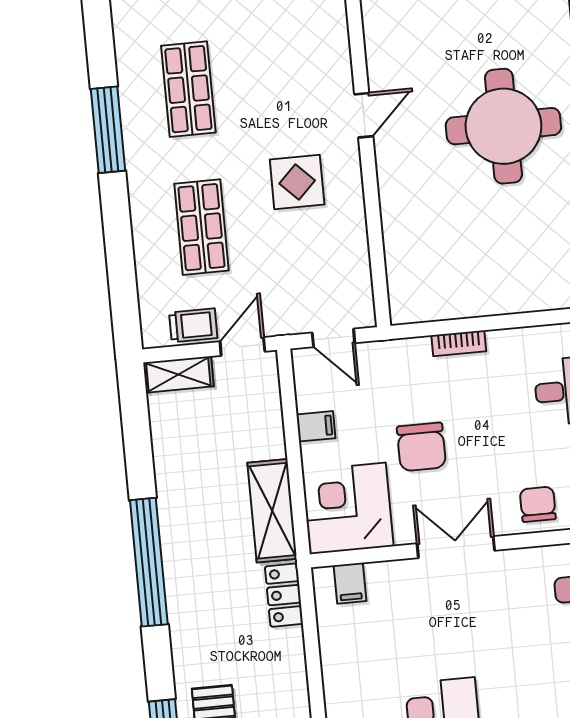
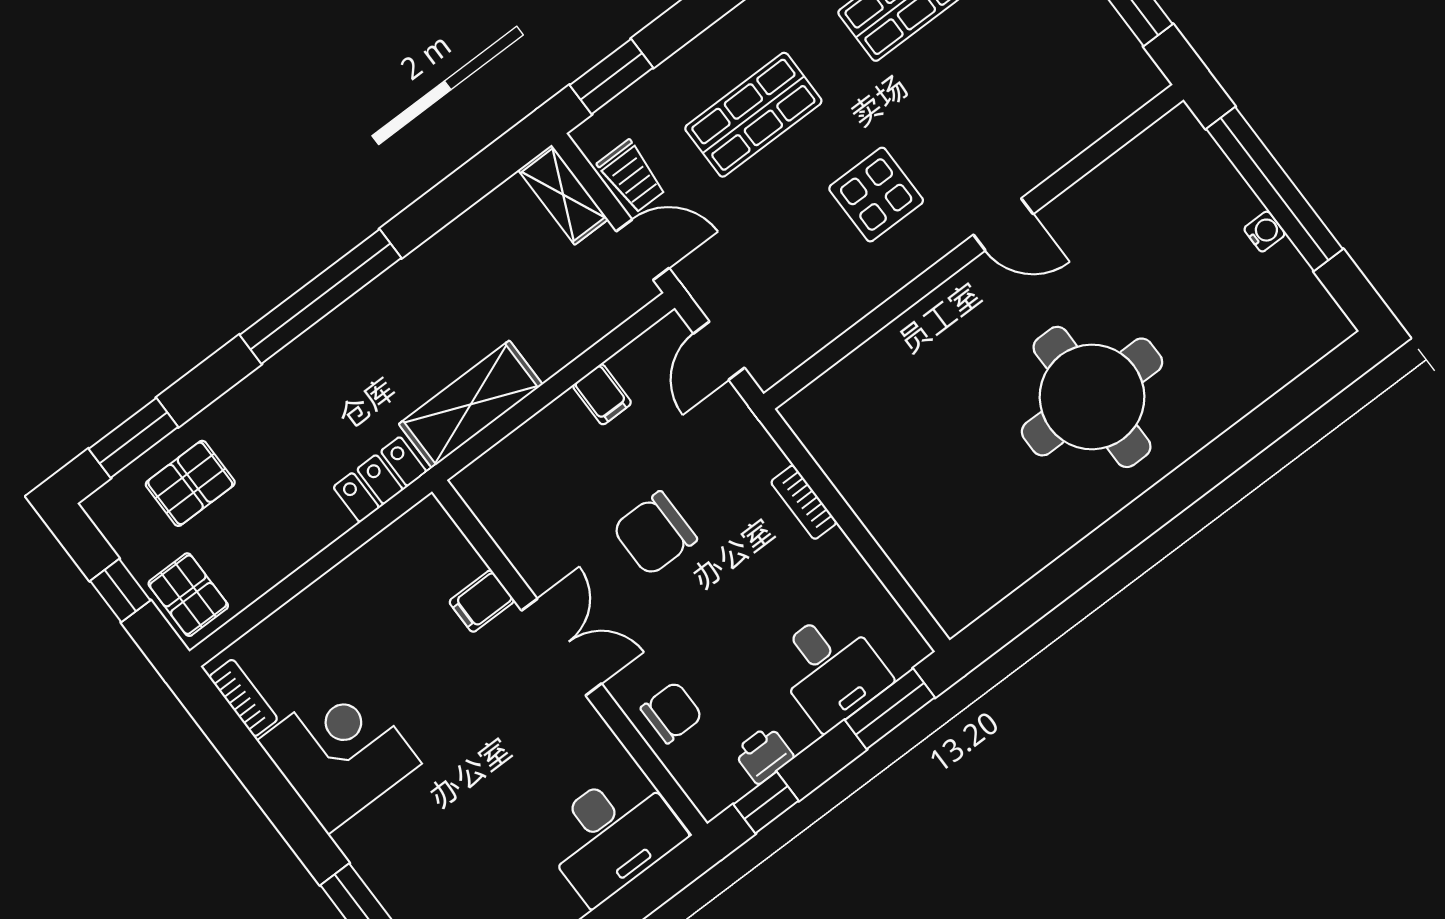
window: (124, 300) -> (611, 76), added
corner desk: (348, 508) -> (529, 491), removed
filing cabinet: (350, 583) -> (482, 601), moved

